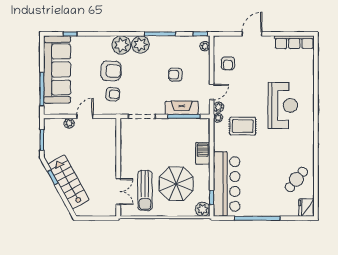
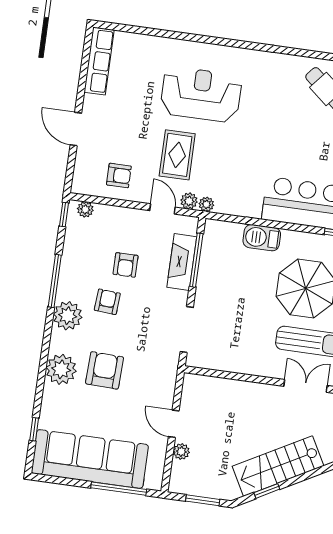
plant: (121, 45) -> (61, 369), moved
armchair: (113, 94) -> (107, 302), moved
rug: (243, 126) -> (177, 155), moved

